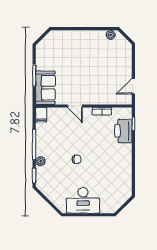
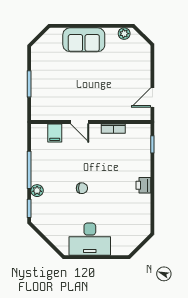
sofa: (45, 88) -> (84, 40), moved, turned 90
filing cabinet: (41, 115) -> (55, 133), moved
printer: (123, 131) -> (143, 185), moved, width x0.53, depth x0.68

